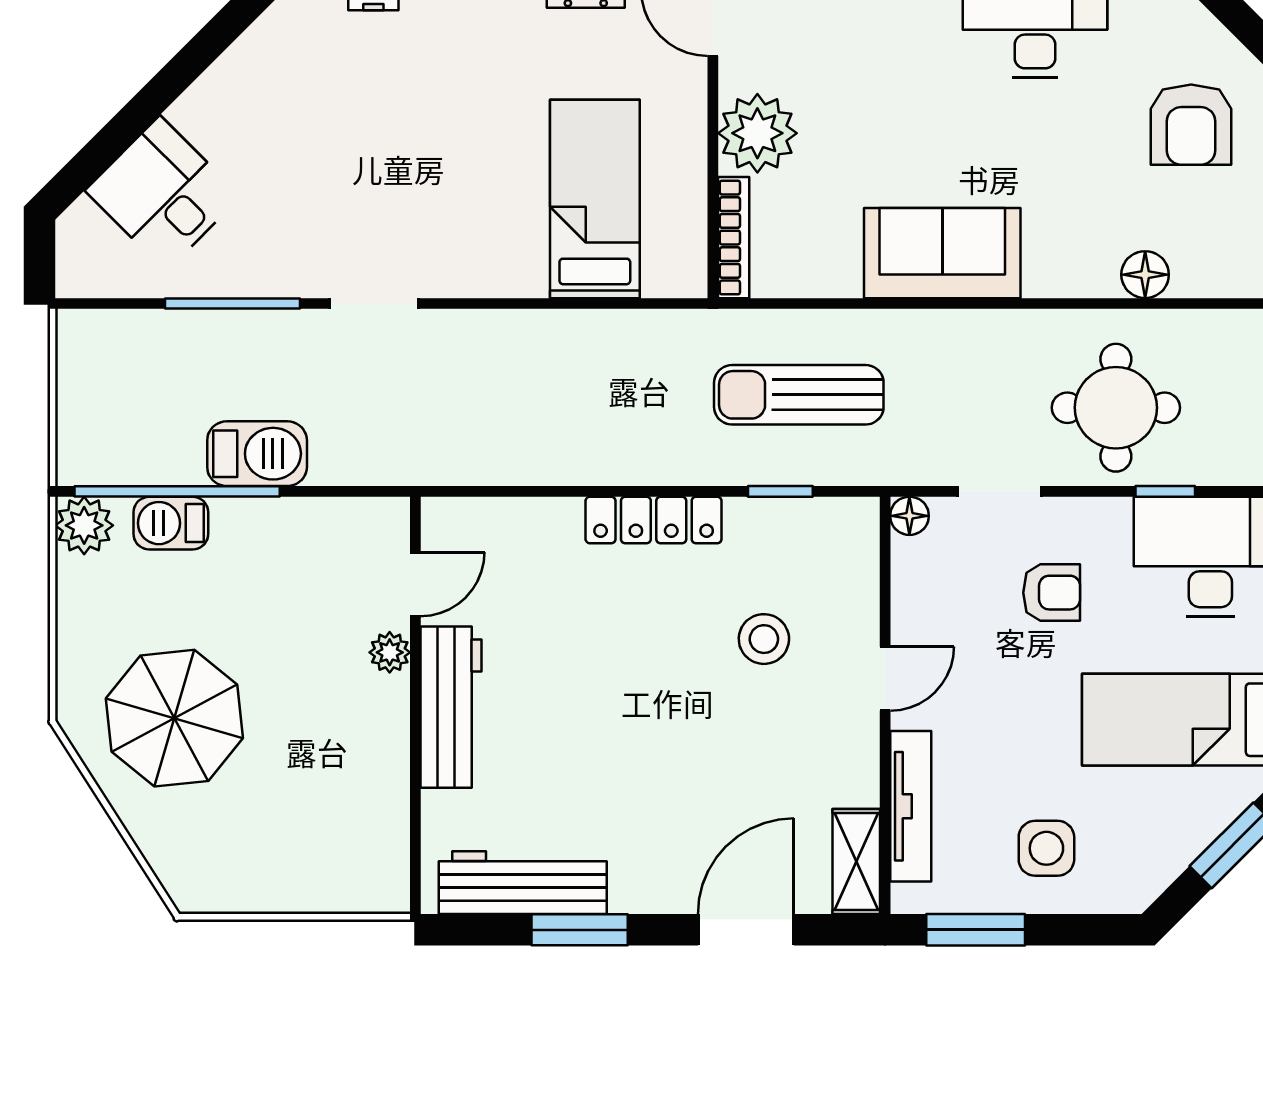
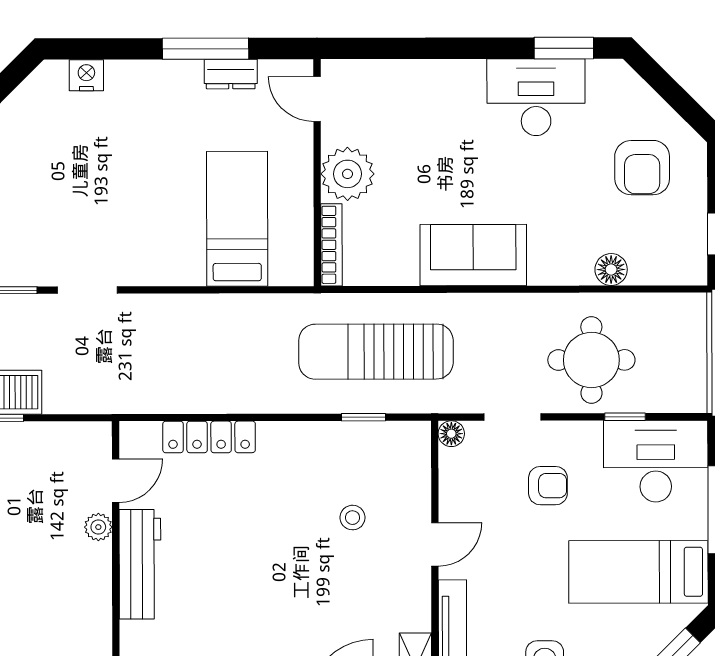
sun lounger: (799, 395) -> (376, 352), width x1.36, depth x1.34
locker: (654, 520) -> (209, 437), moved
stool: (764, 639) -> (353, 518), width x0.73, depth x0.73

